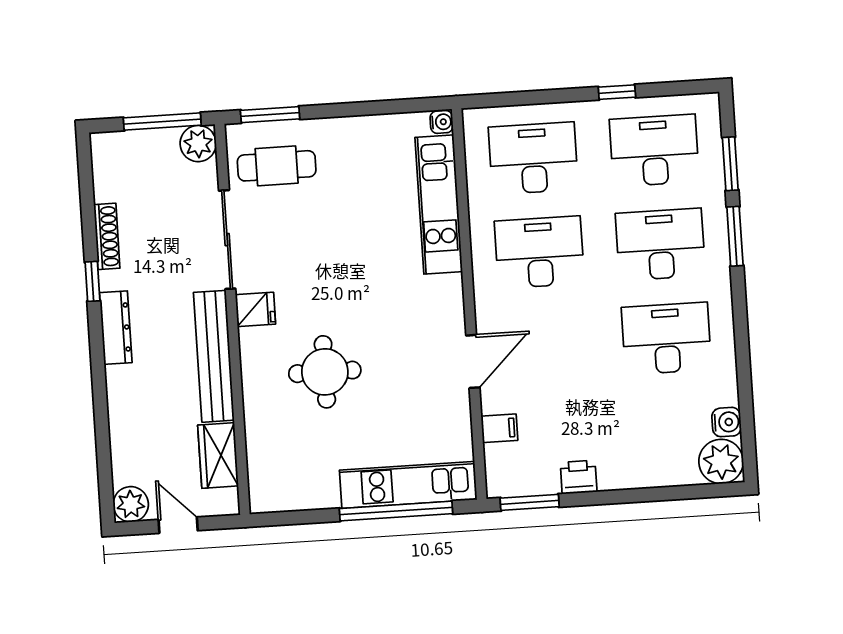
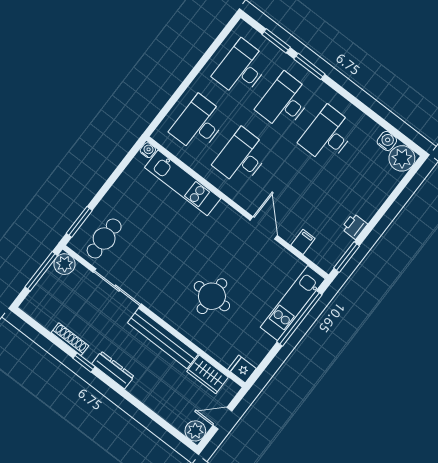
window: (617, 92) -> (202, 63), removed
fridge: (255, 309) -> (242, 369), moved, turned -90

